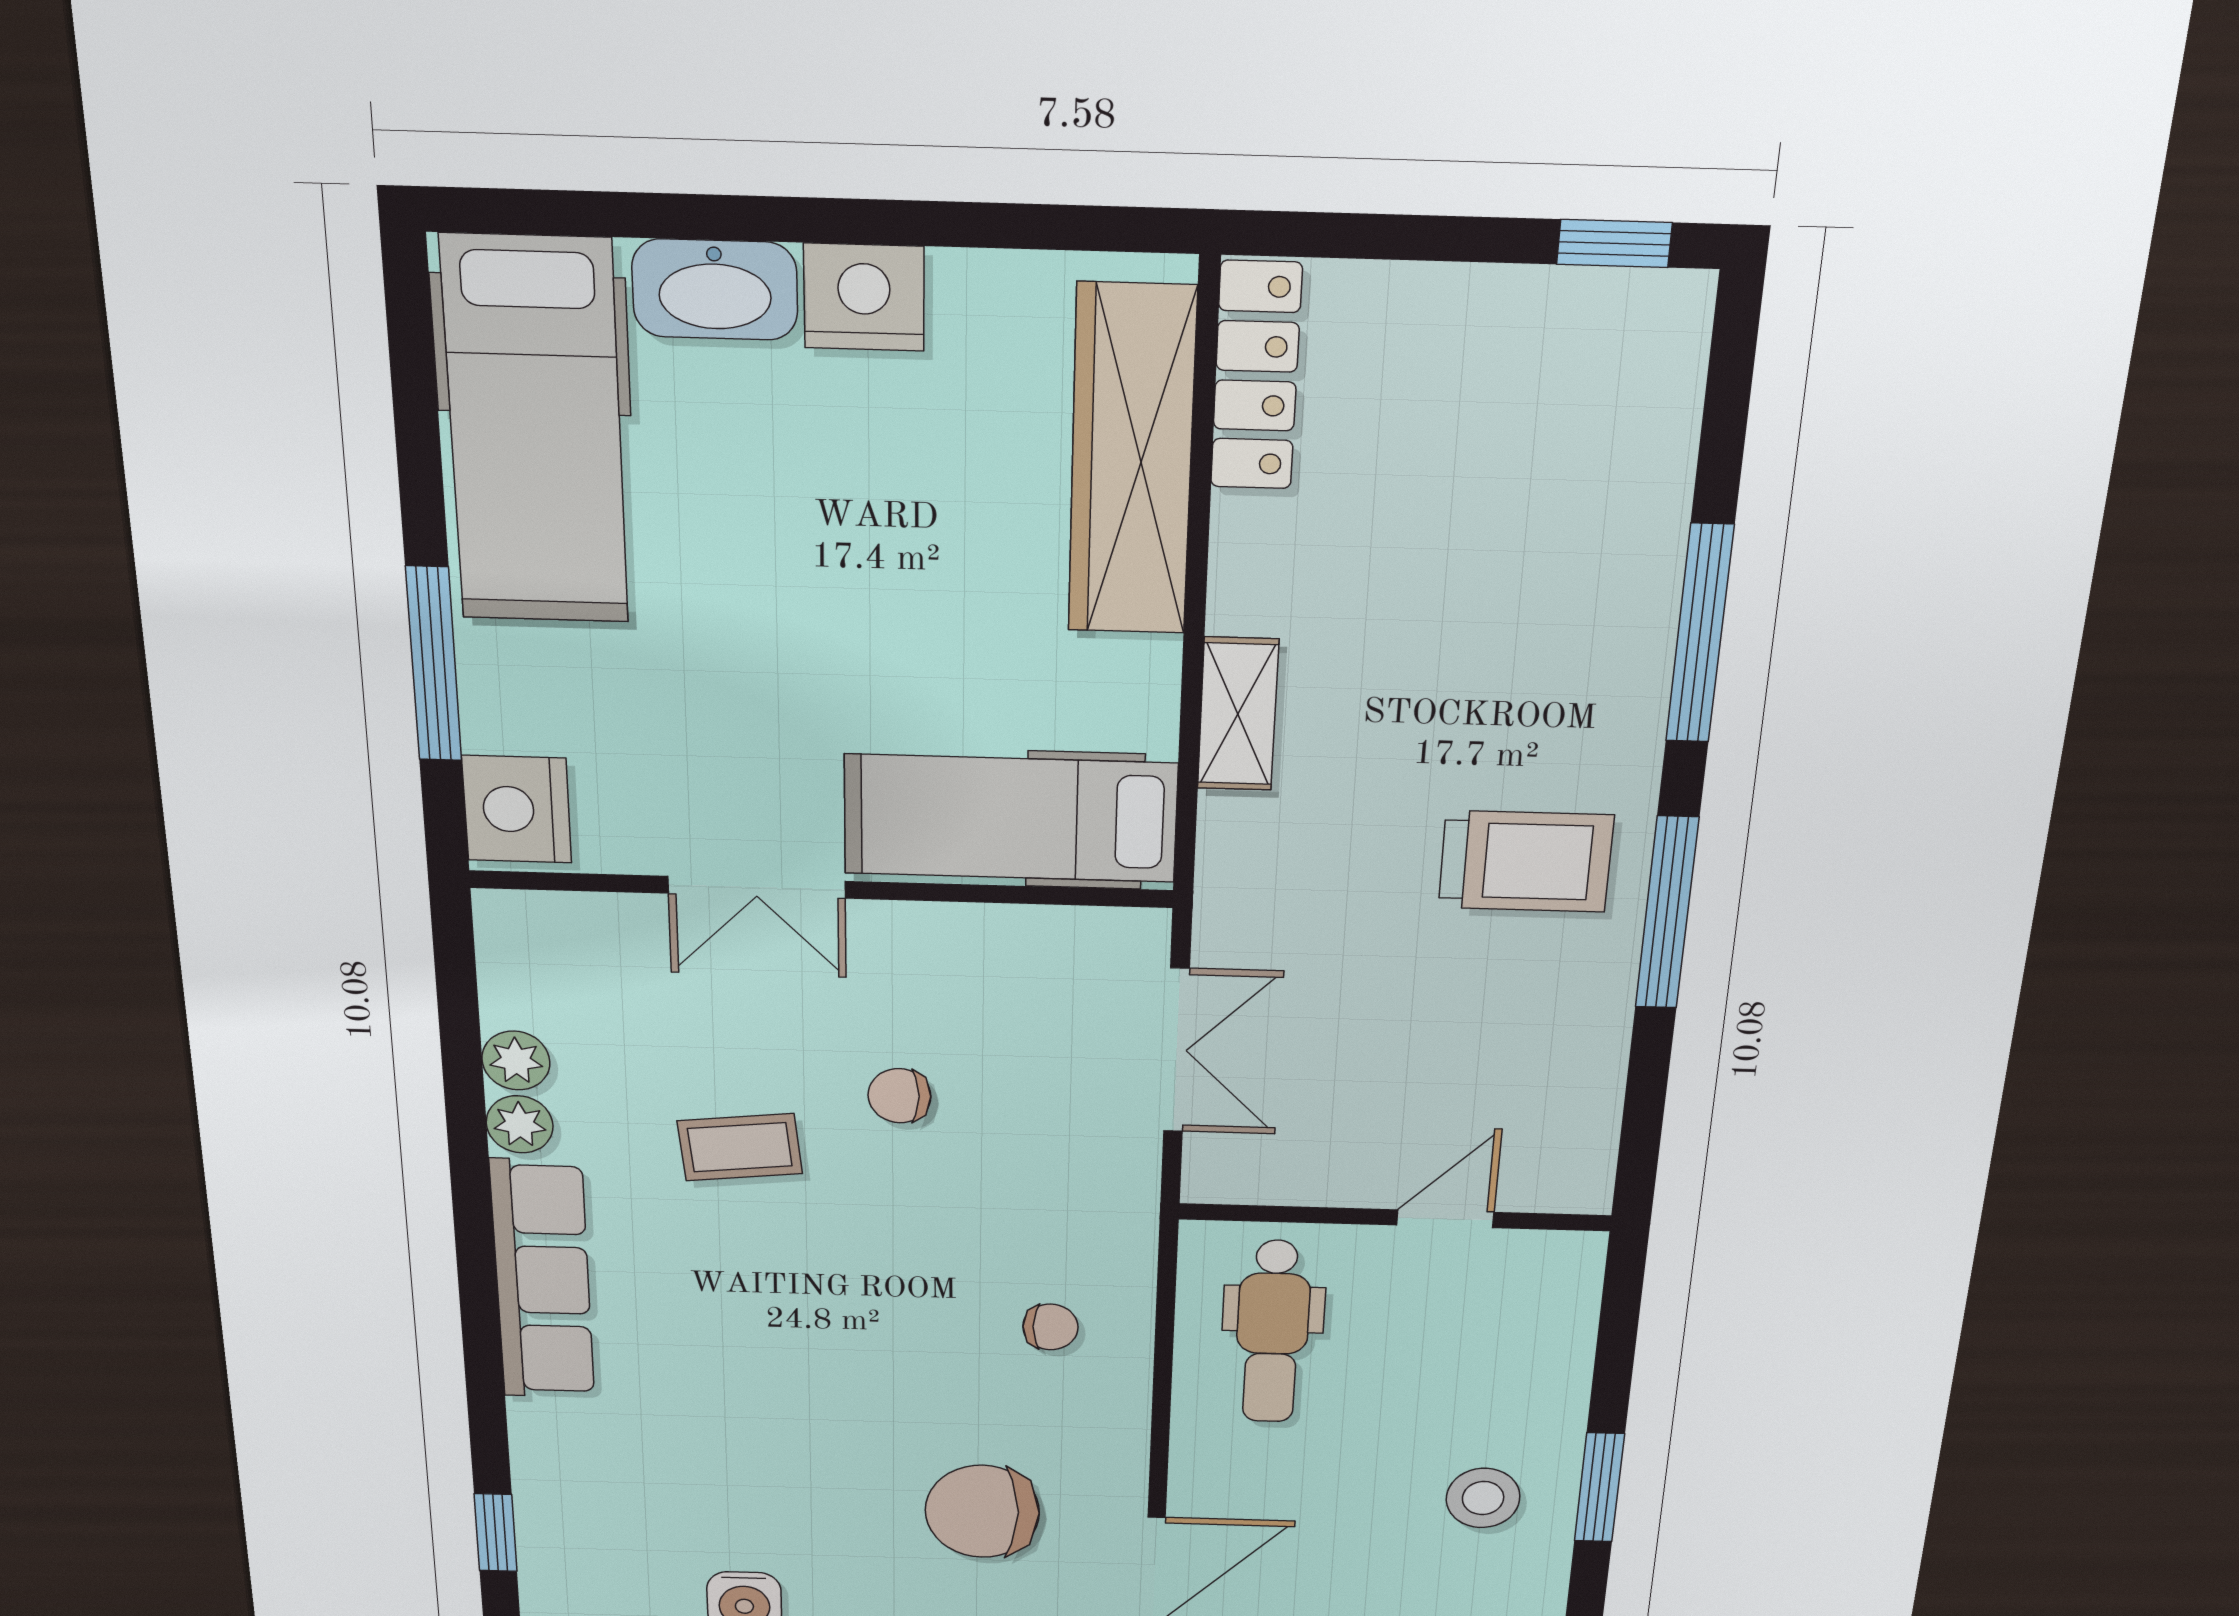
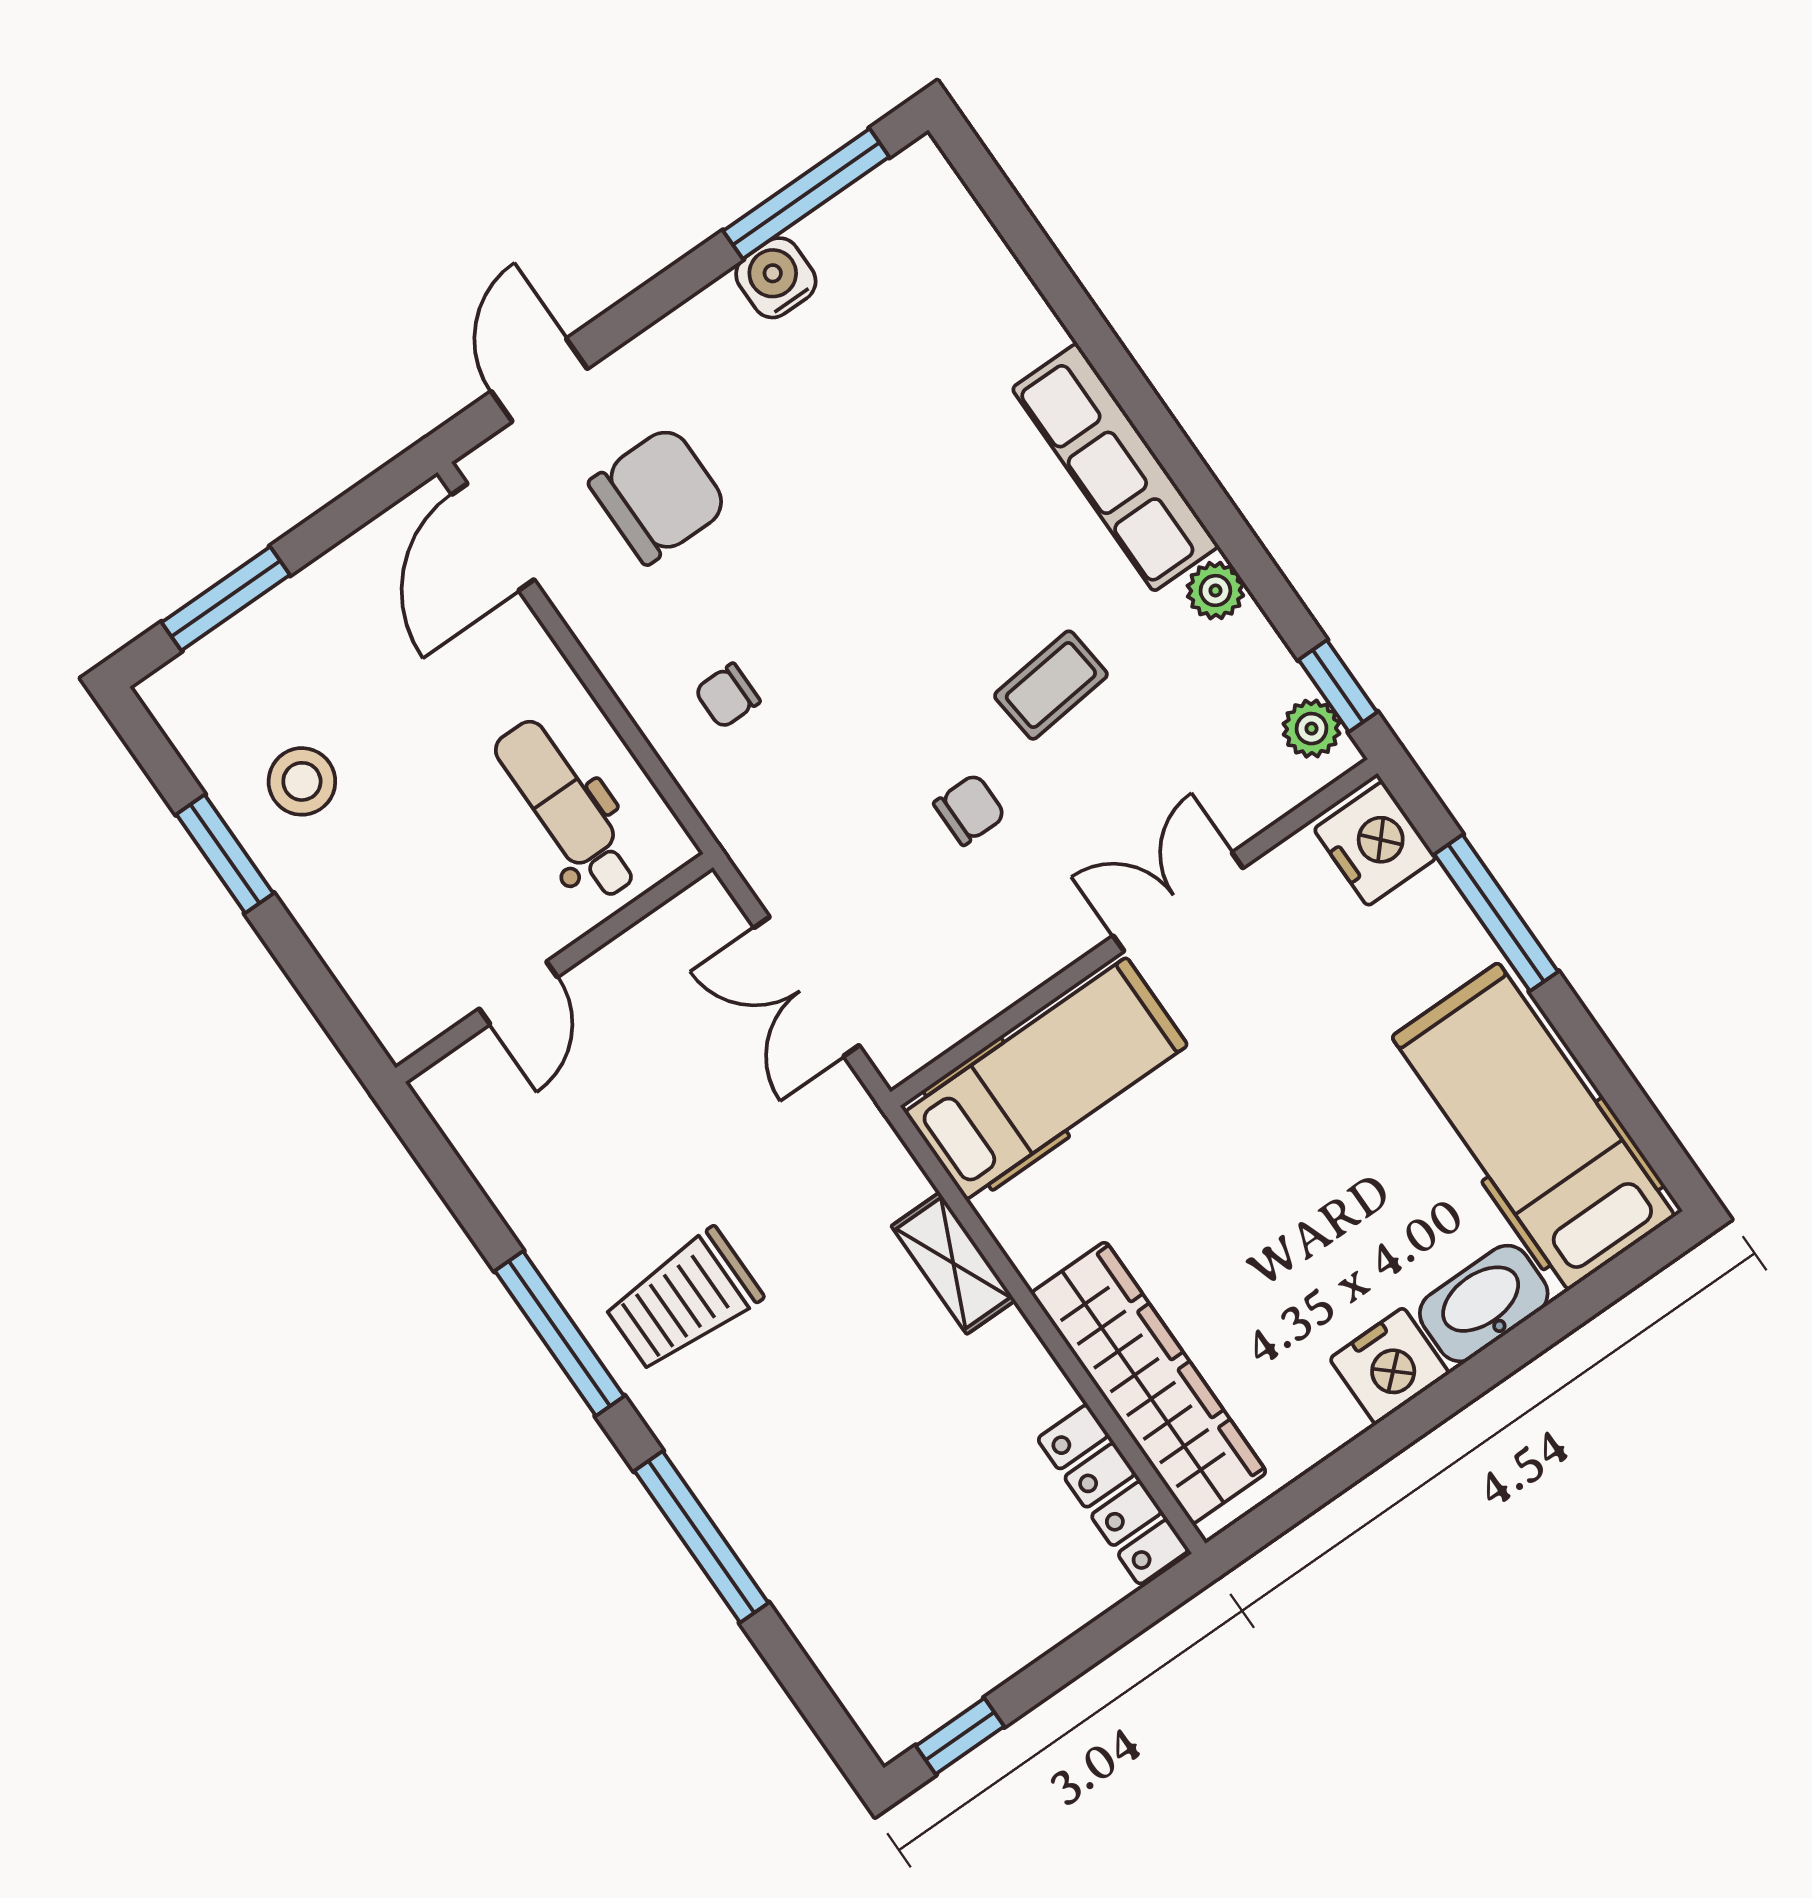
plant: (516, 1061) -> (1311, 729), moved
window: (496, 1533) -> (1338, 686), moved

